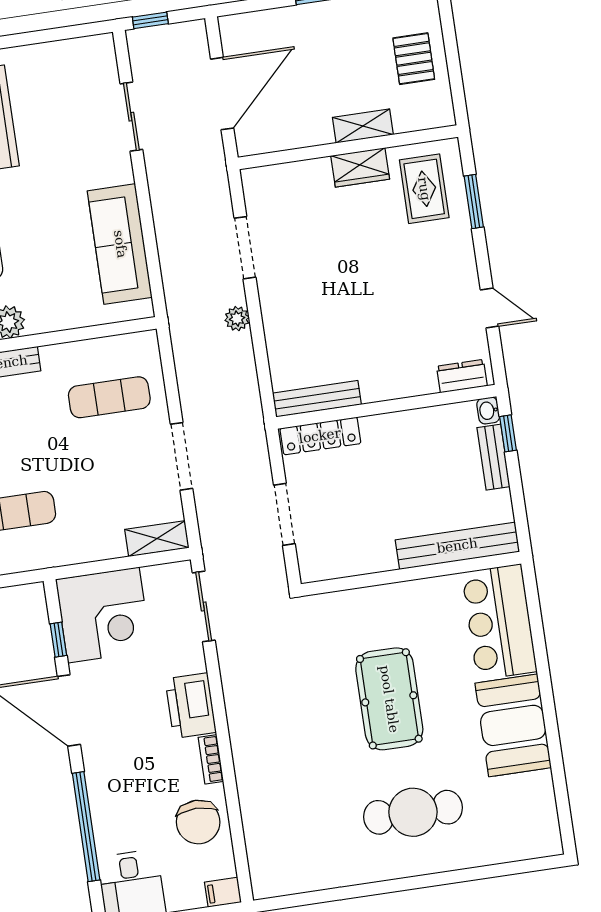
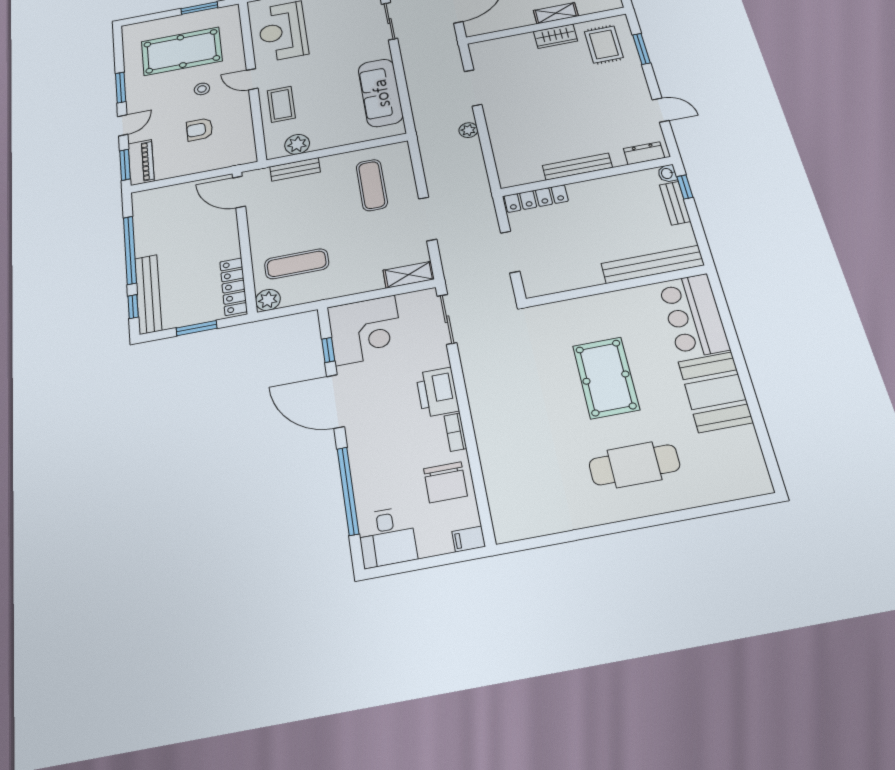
exercise mat: (109, 397) -> (372, 185), turned 90
bench: (317, 399) -> (577, 167), moved

